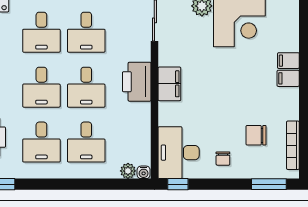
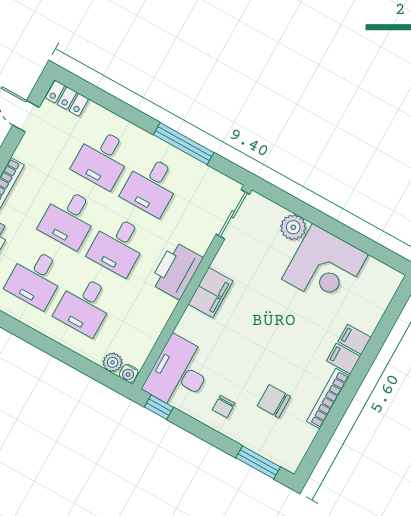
bookcase: (293, 145) -> (328, 399), moved

